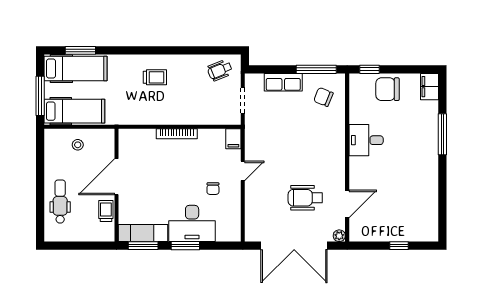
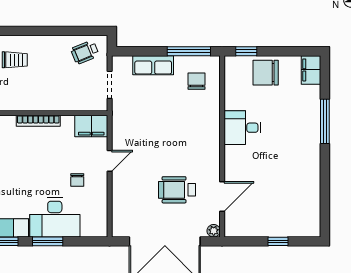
chair: (323, 97) -> (196, 81), turned 68
filing cabinet: (233, 139) -> (91, 126), width x2.00

